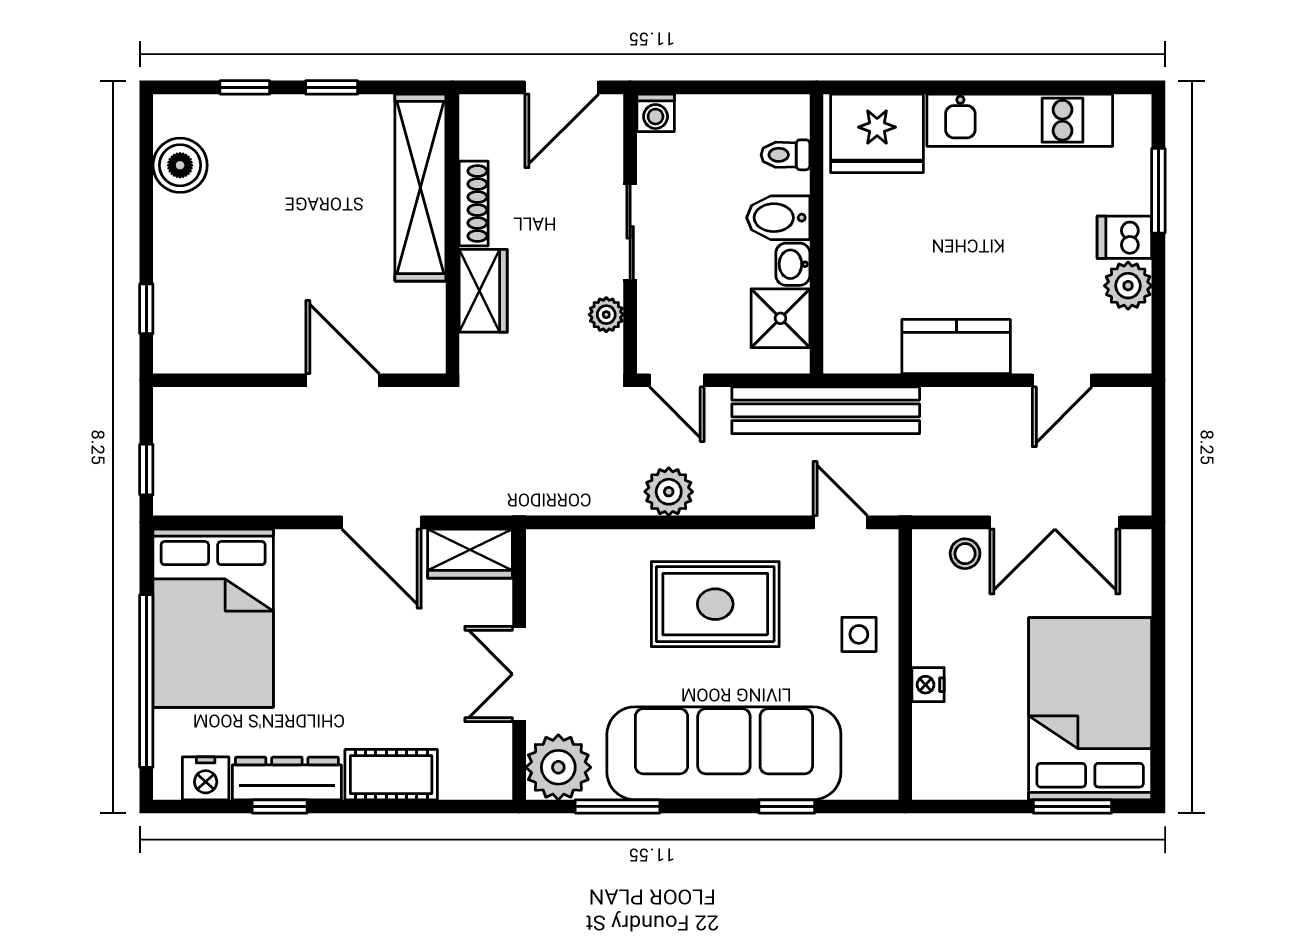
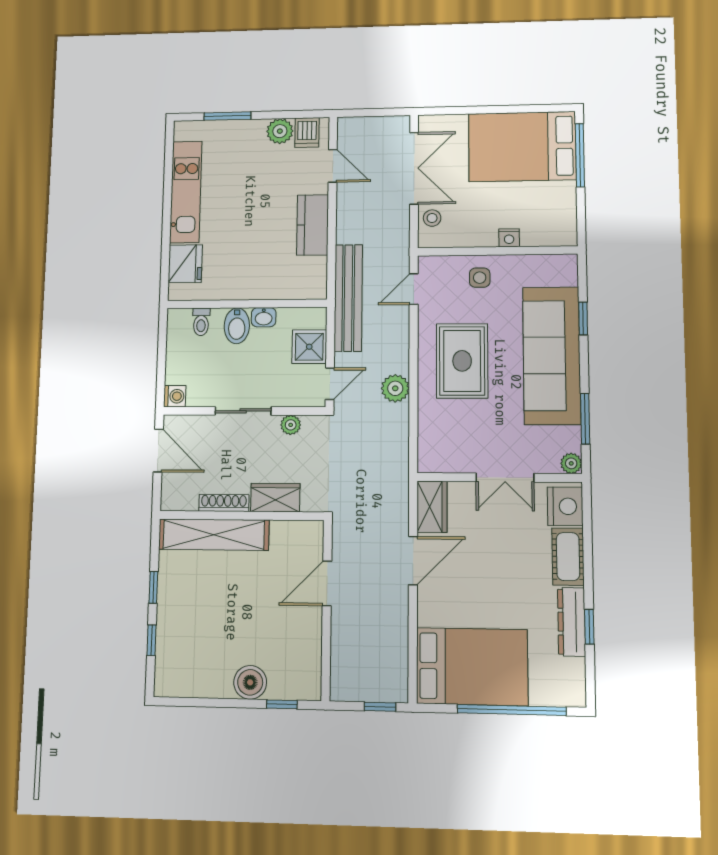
fridge: (877, 133) -> (185, 264), width x0.73, depth x0.75
boiler: (180, 165) -> (250, 682), moved
dishwasher: (1124, 237) -> (307, 132), moved
shower: (780, 318) -> (309, 347), moved
plant: (558, 767) -> (571, 463), width x0.53, depth x0.53
nightstand: (206, 778) -> (565, 506), moved, width x1.36, depth x1.33
window: (1072, 806) -> (580, 155), width x1.44

